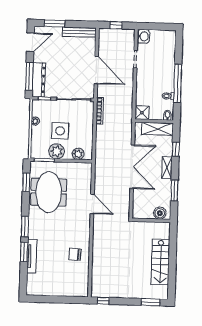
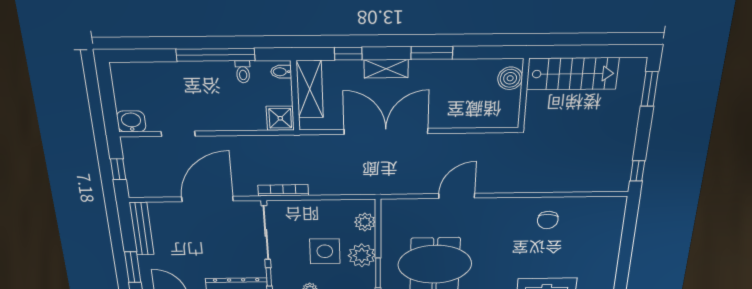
boiler: (160, 213) -> (510, 78), moved
wall: (151, 220) -> (524, 94), moved

